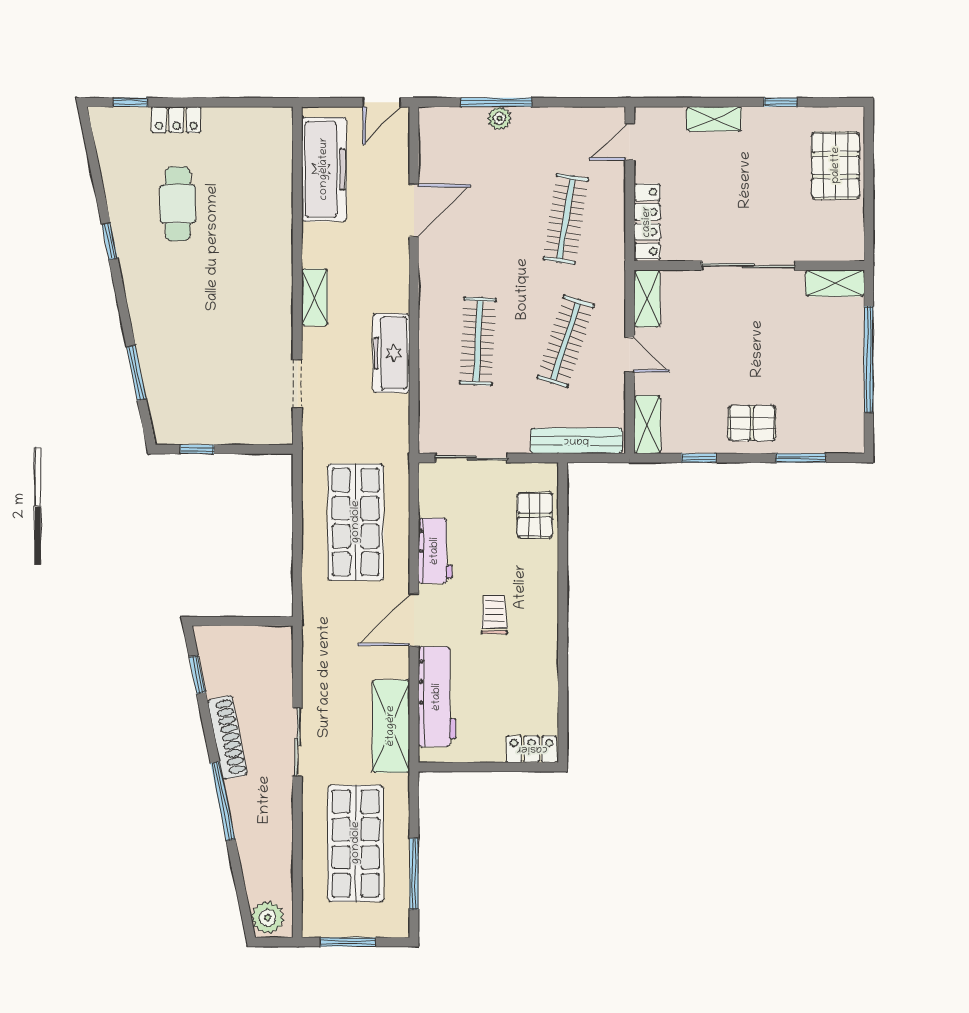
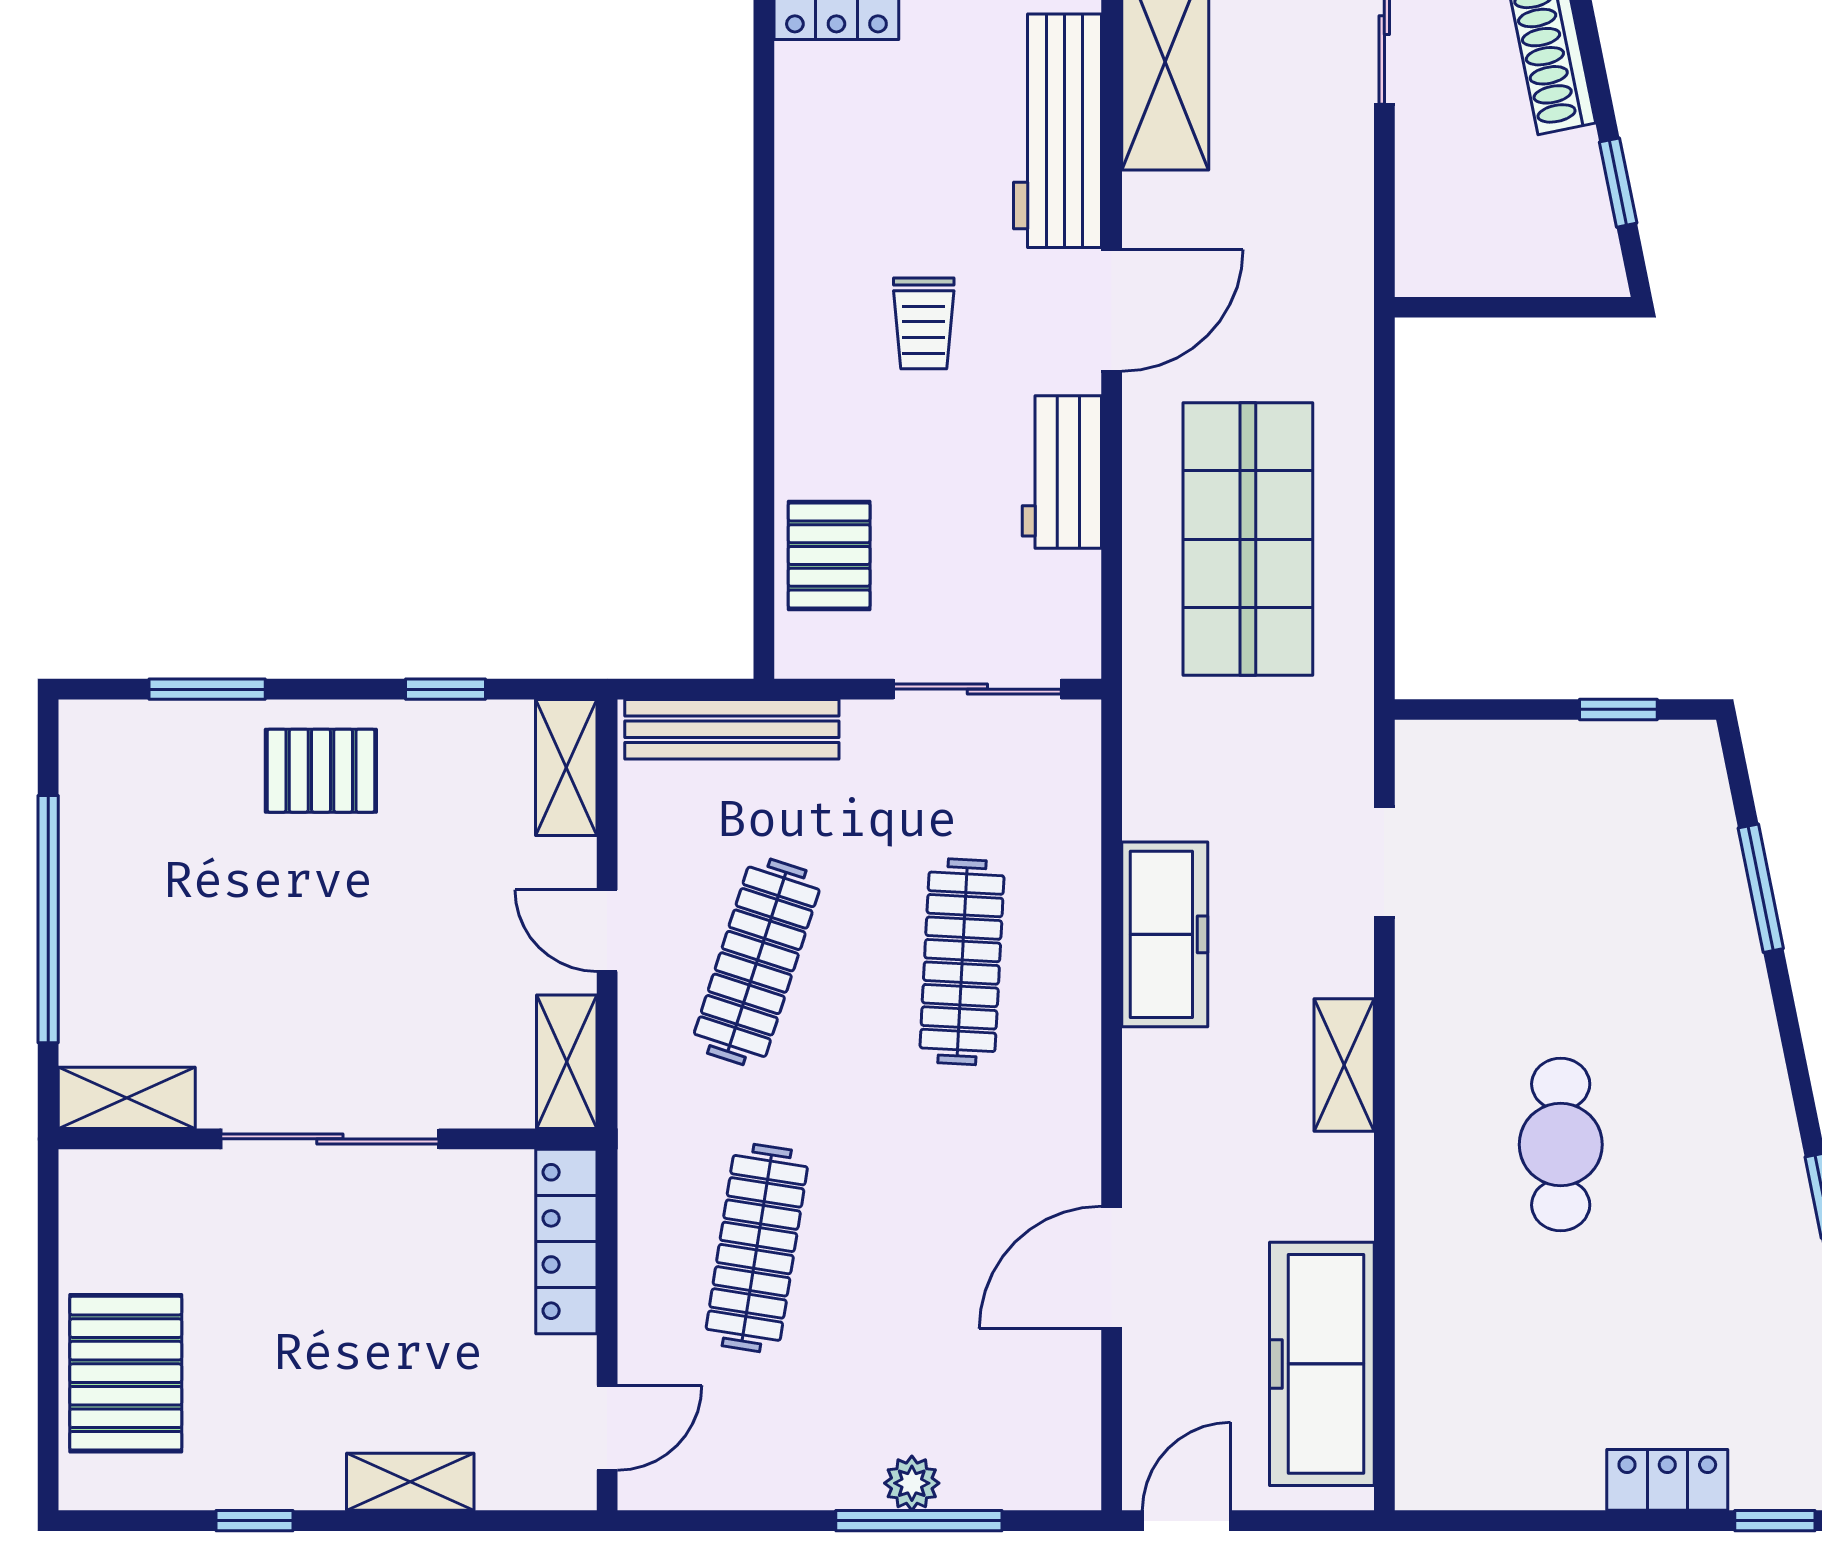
cafe table: (178, 204) -> (1561, 1145), moved

